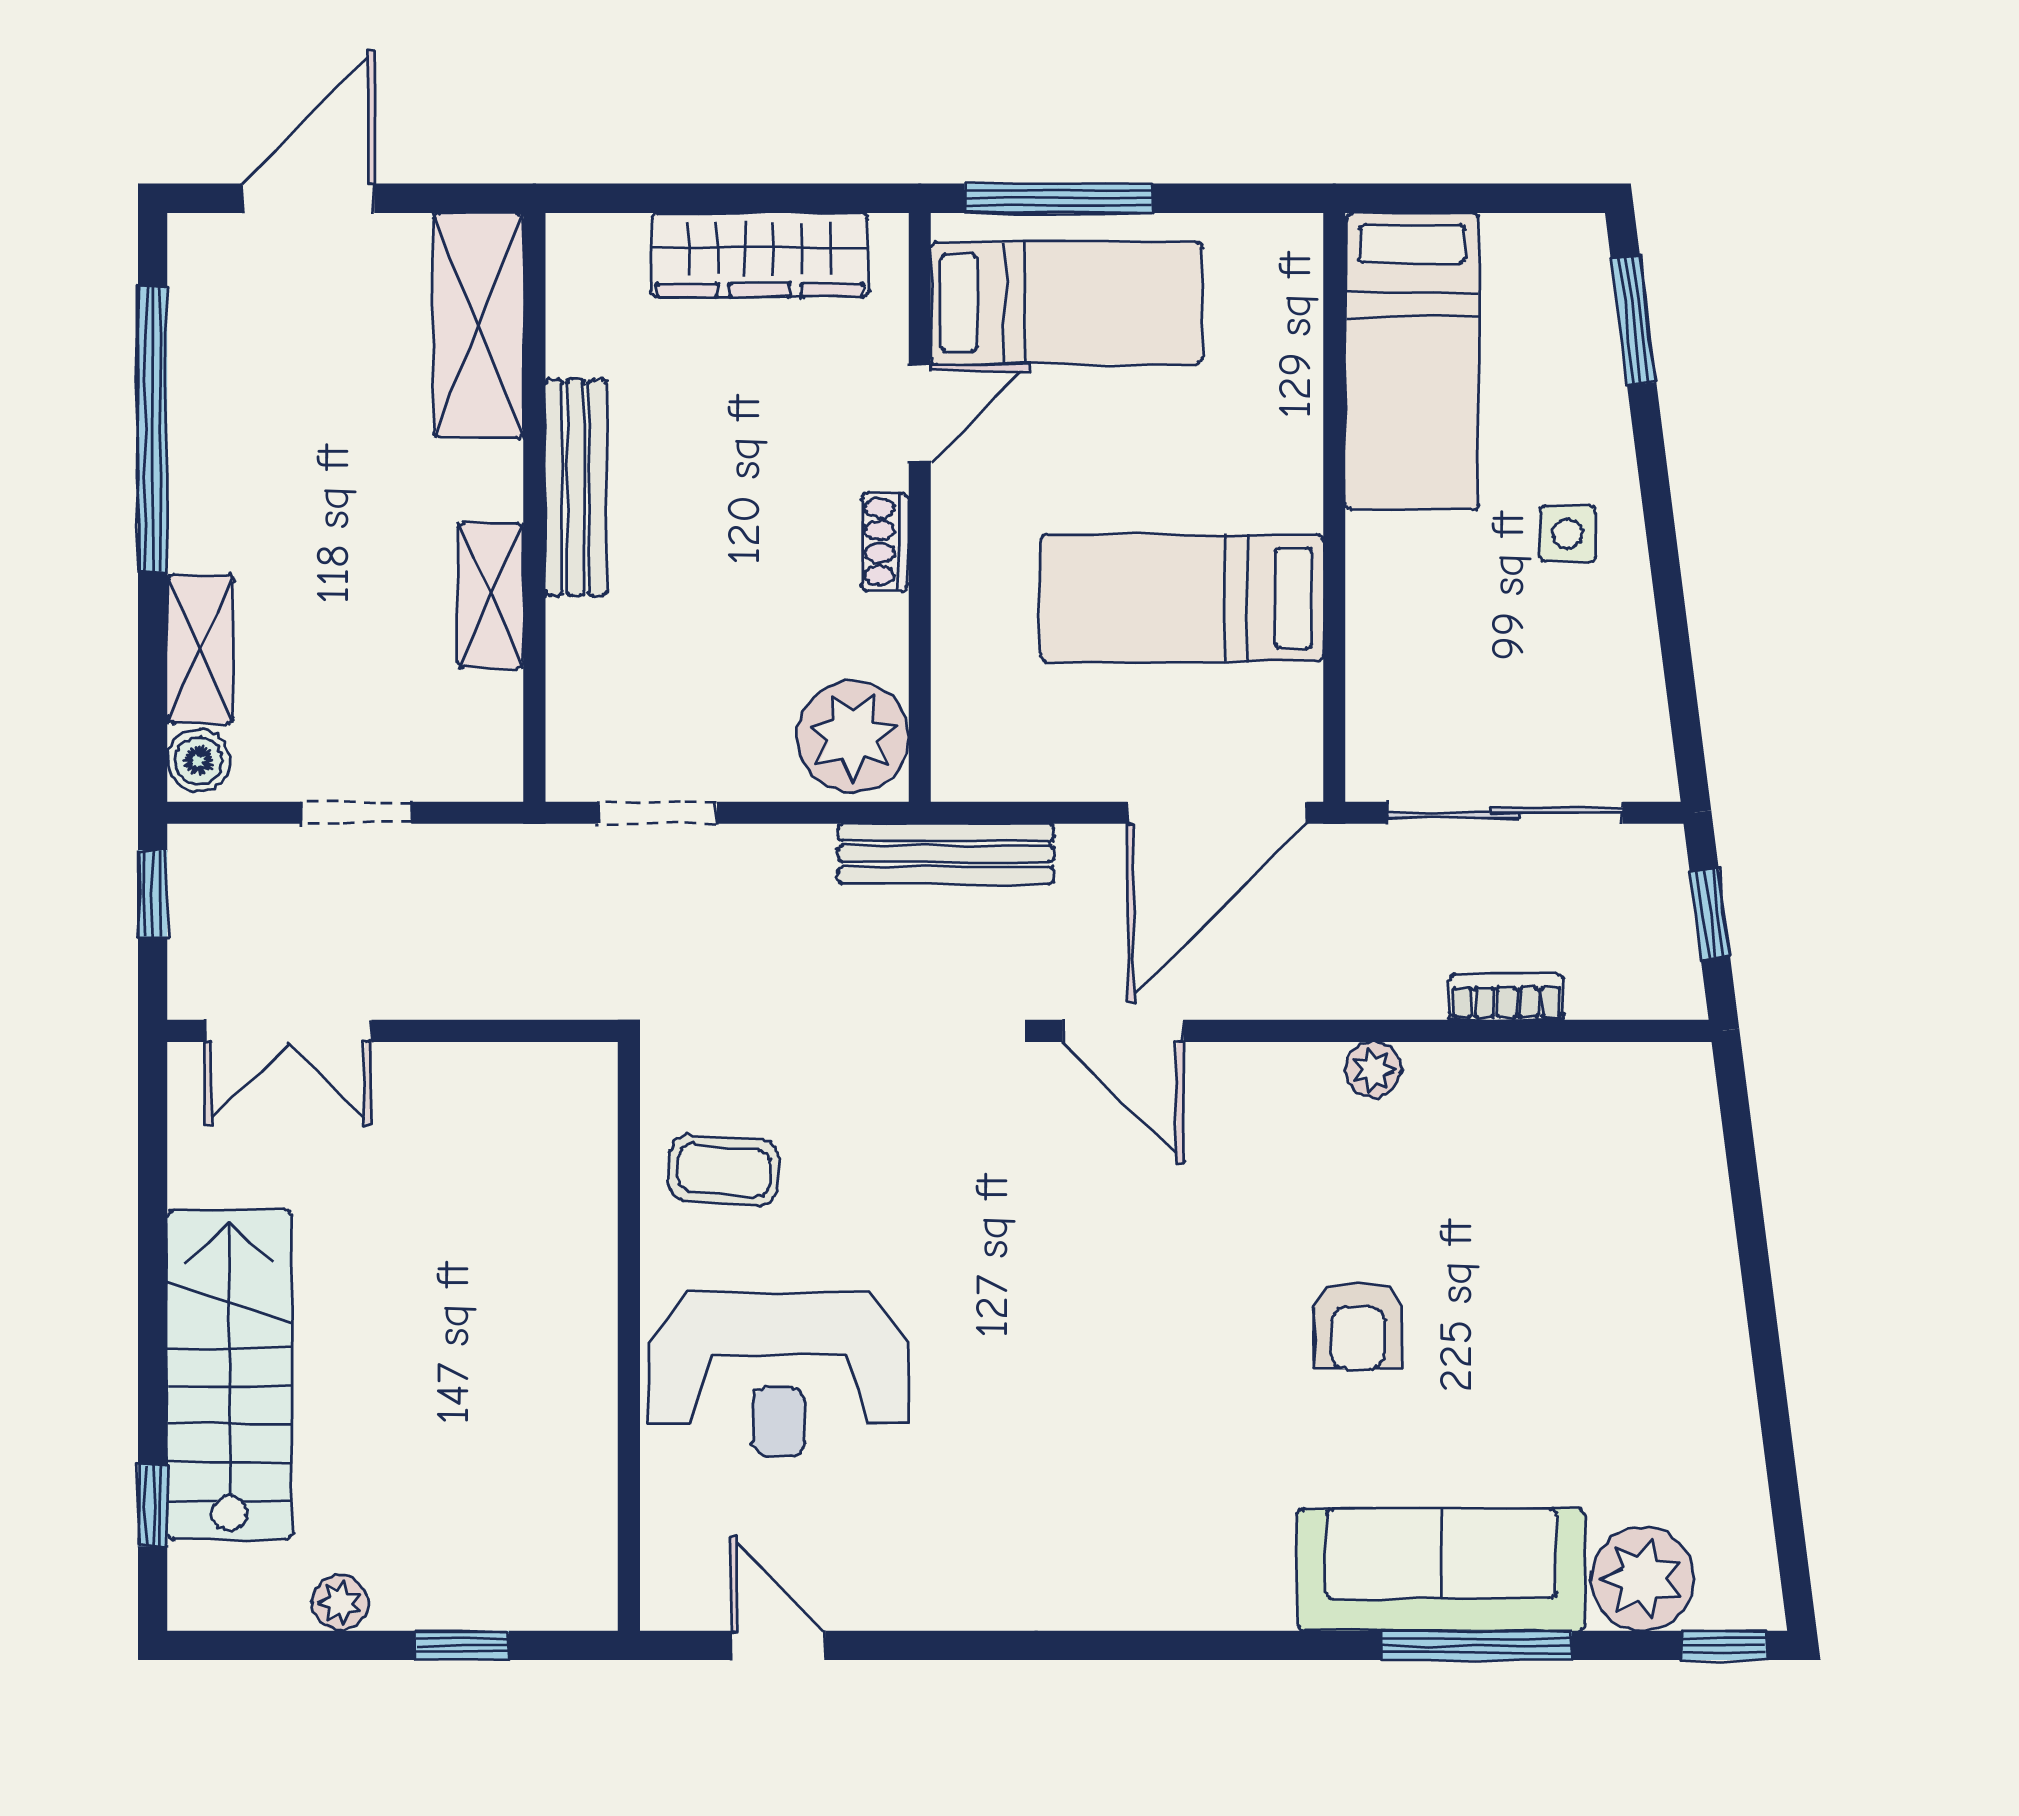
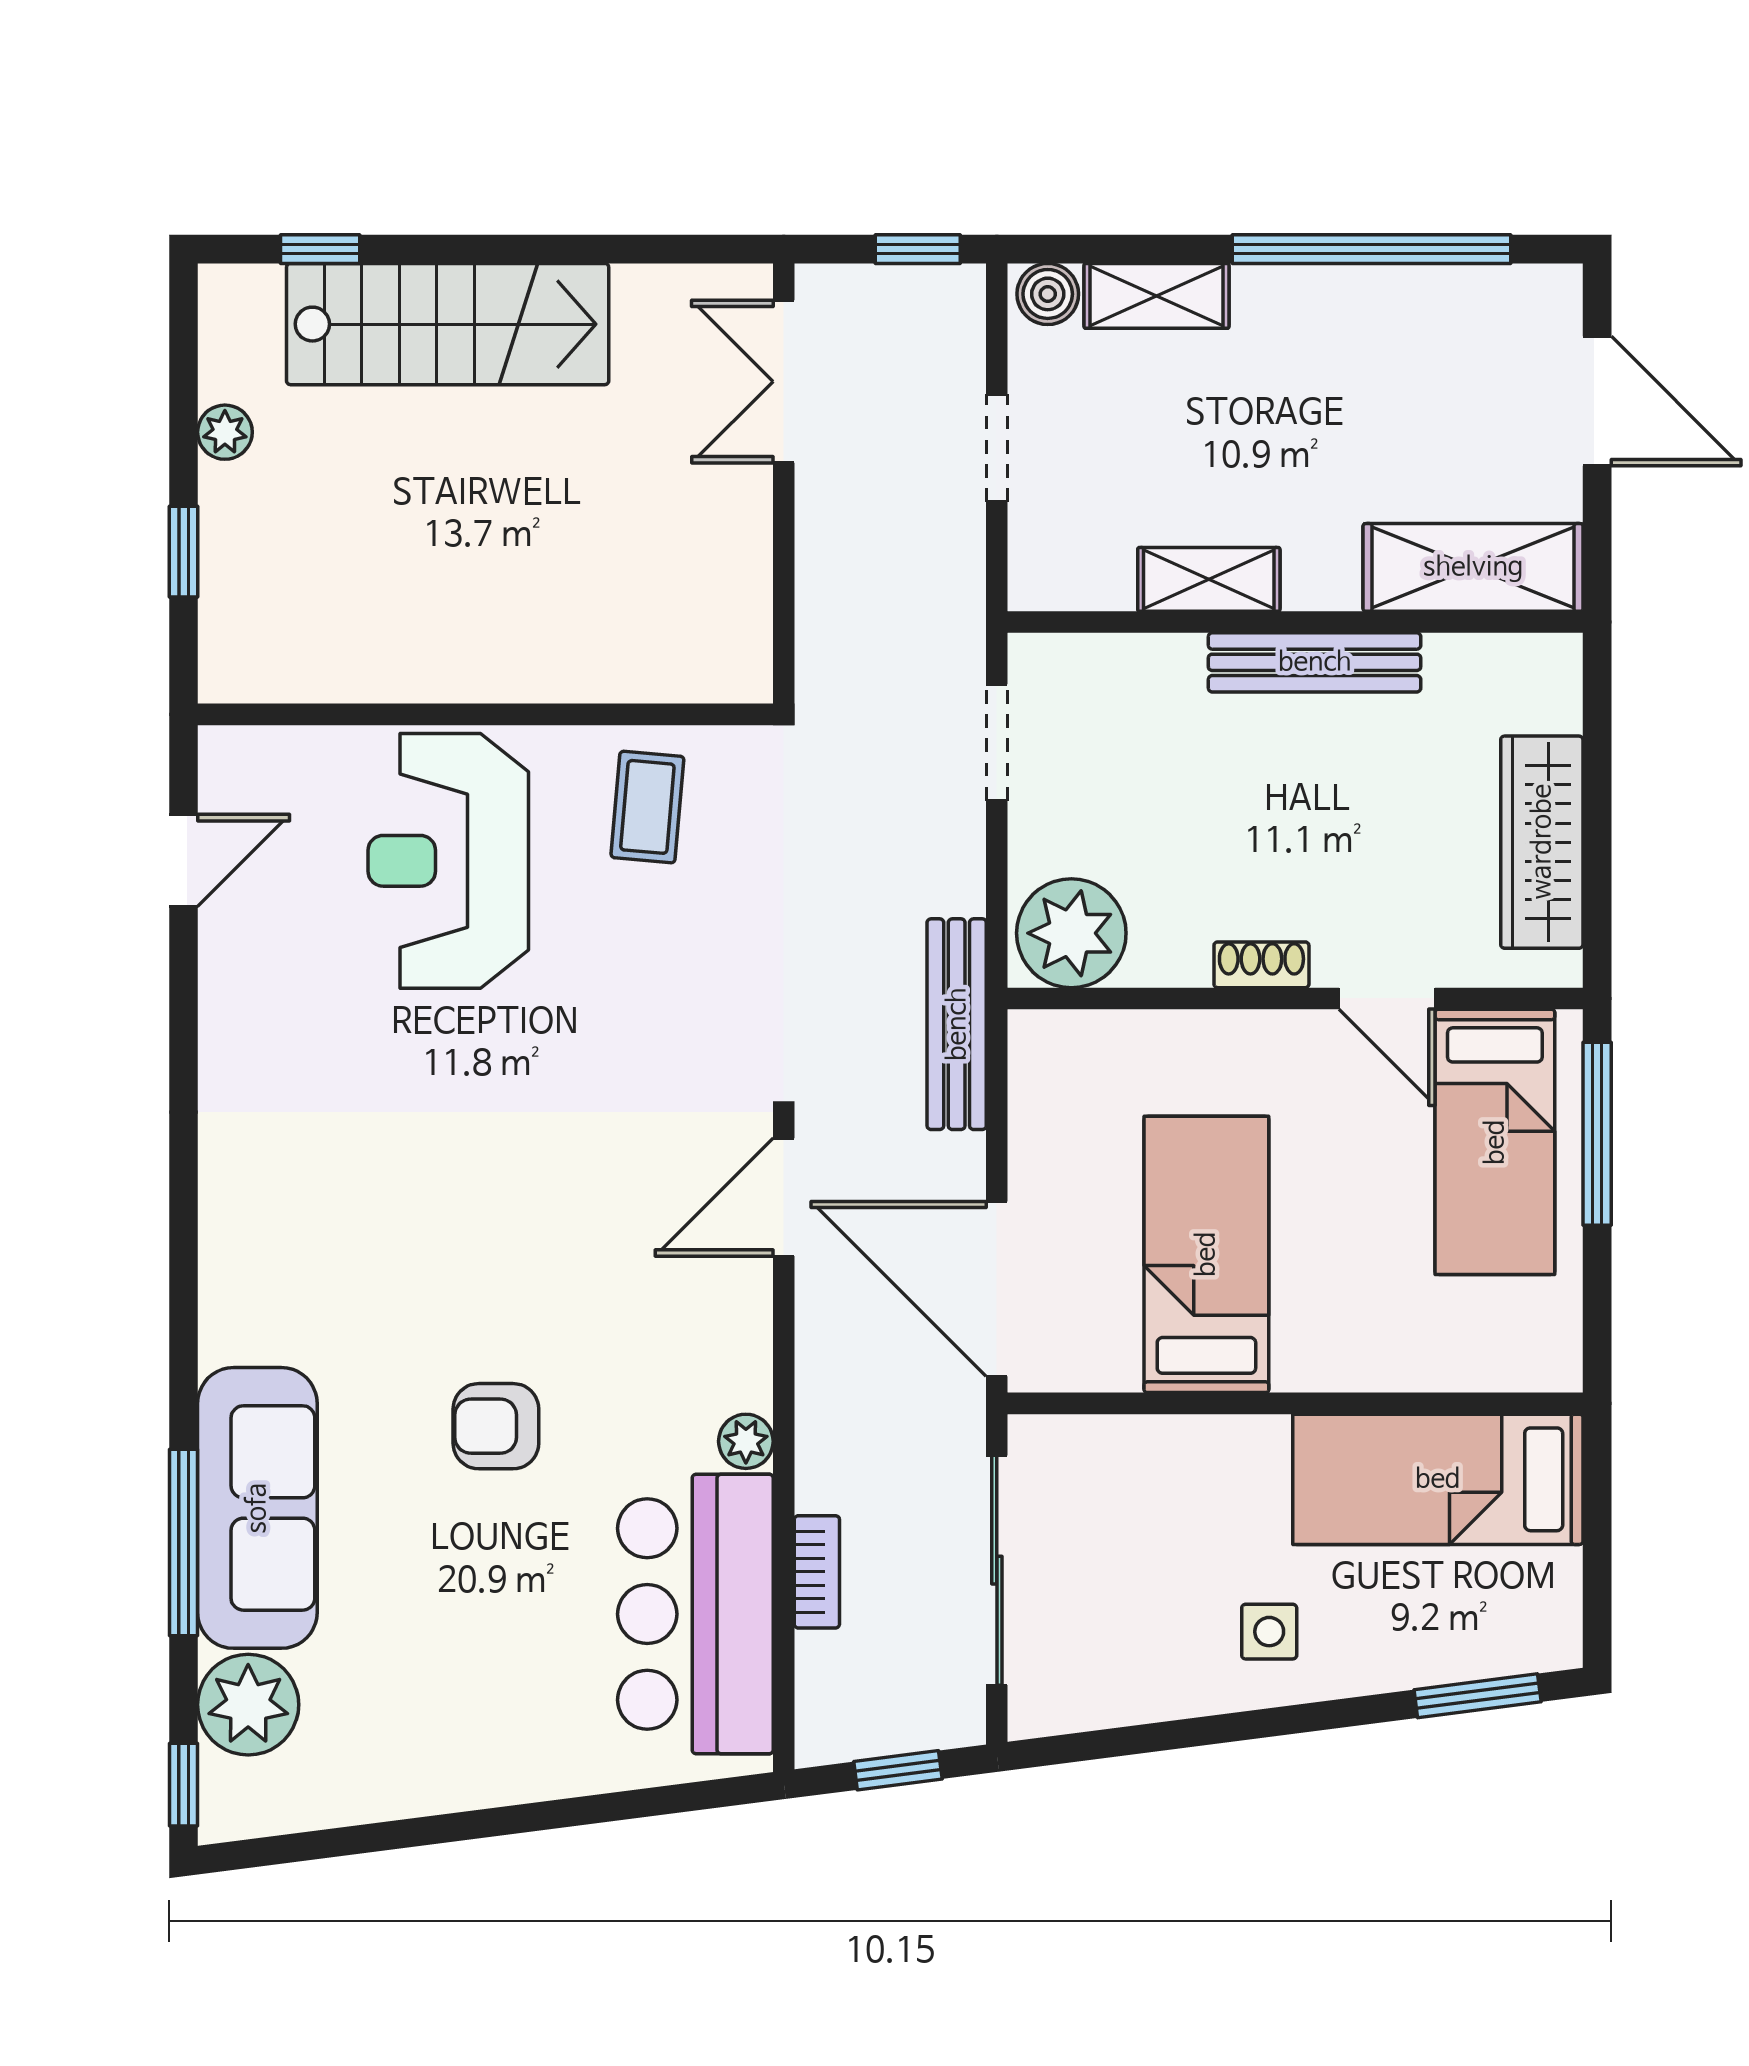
bar counter: (1550, 1121) -> (695, 1614), added

